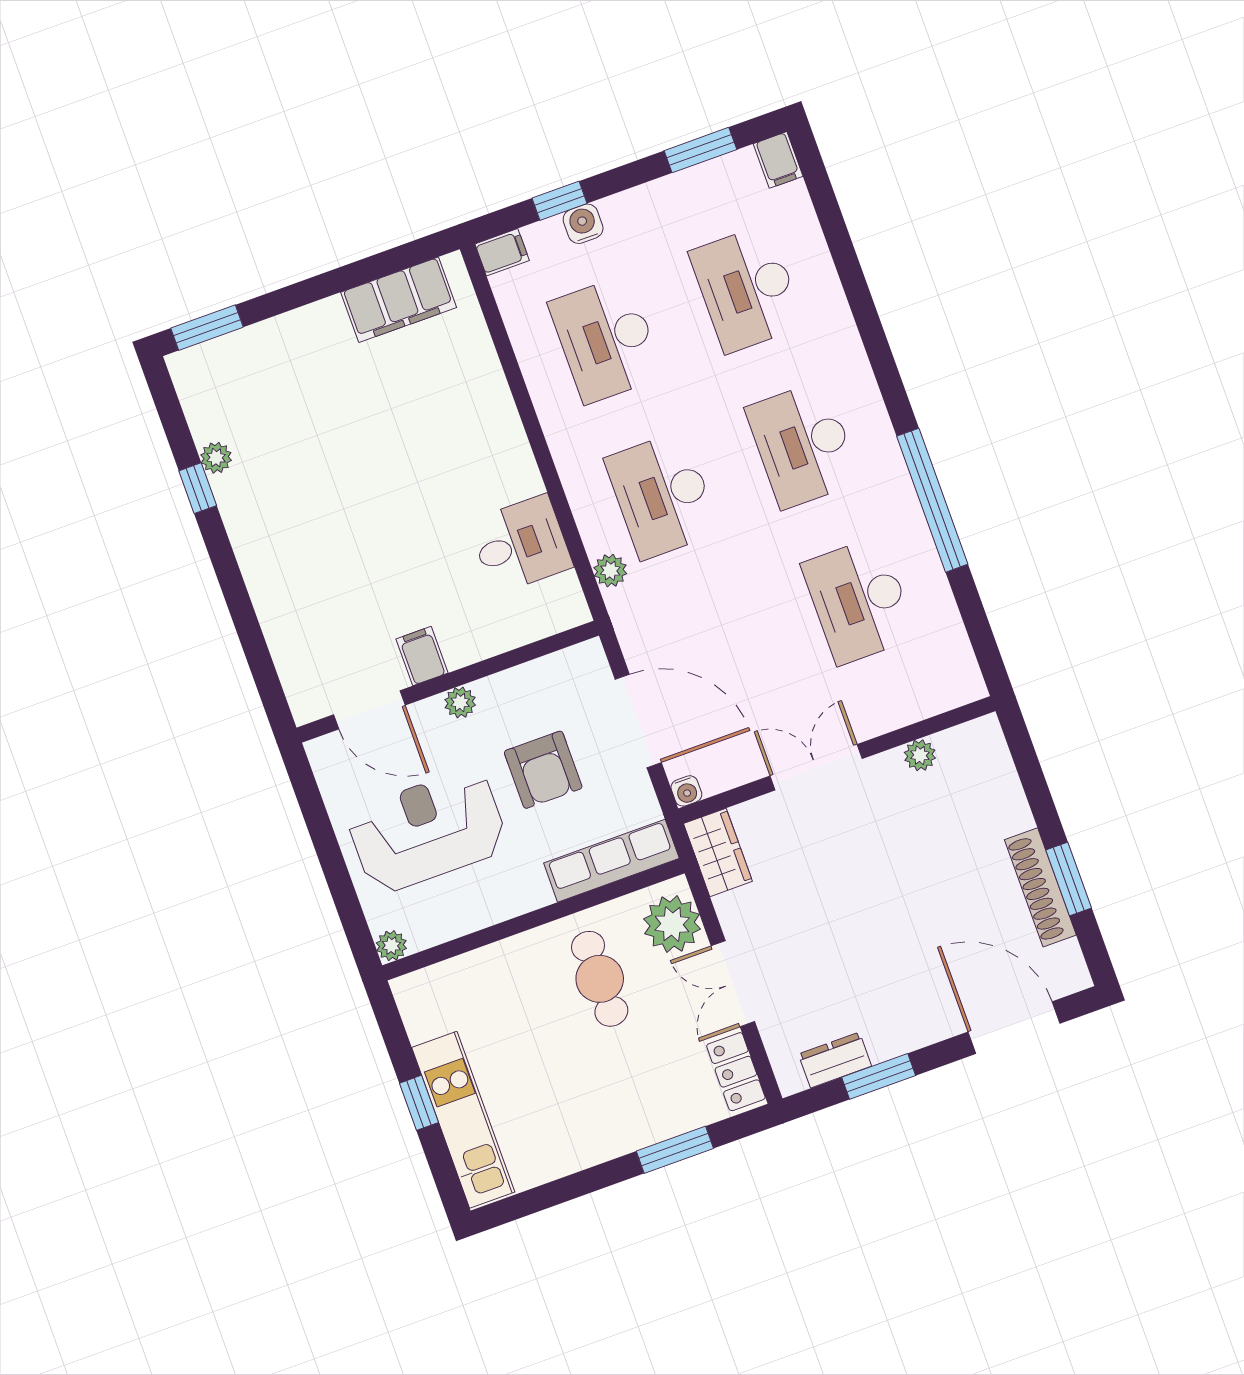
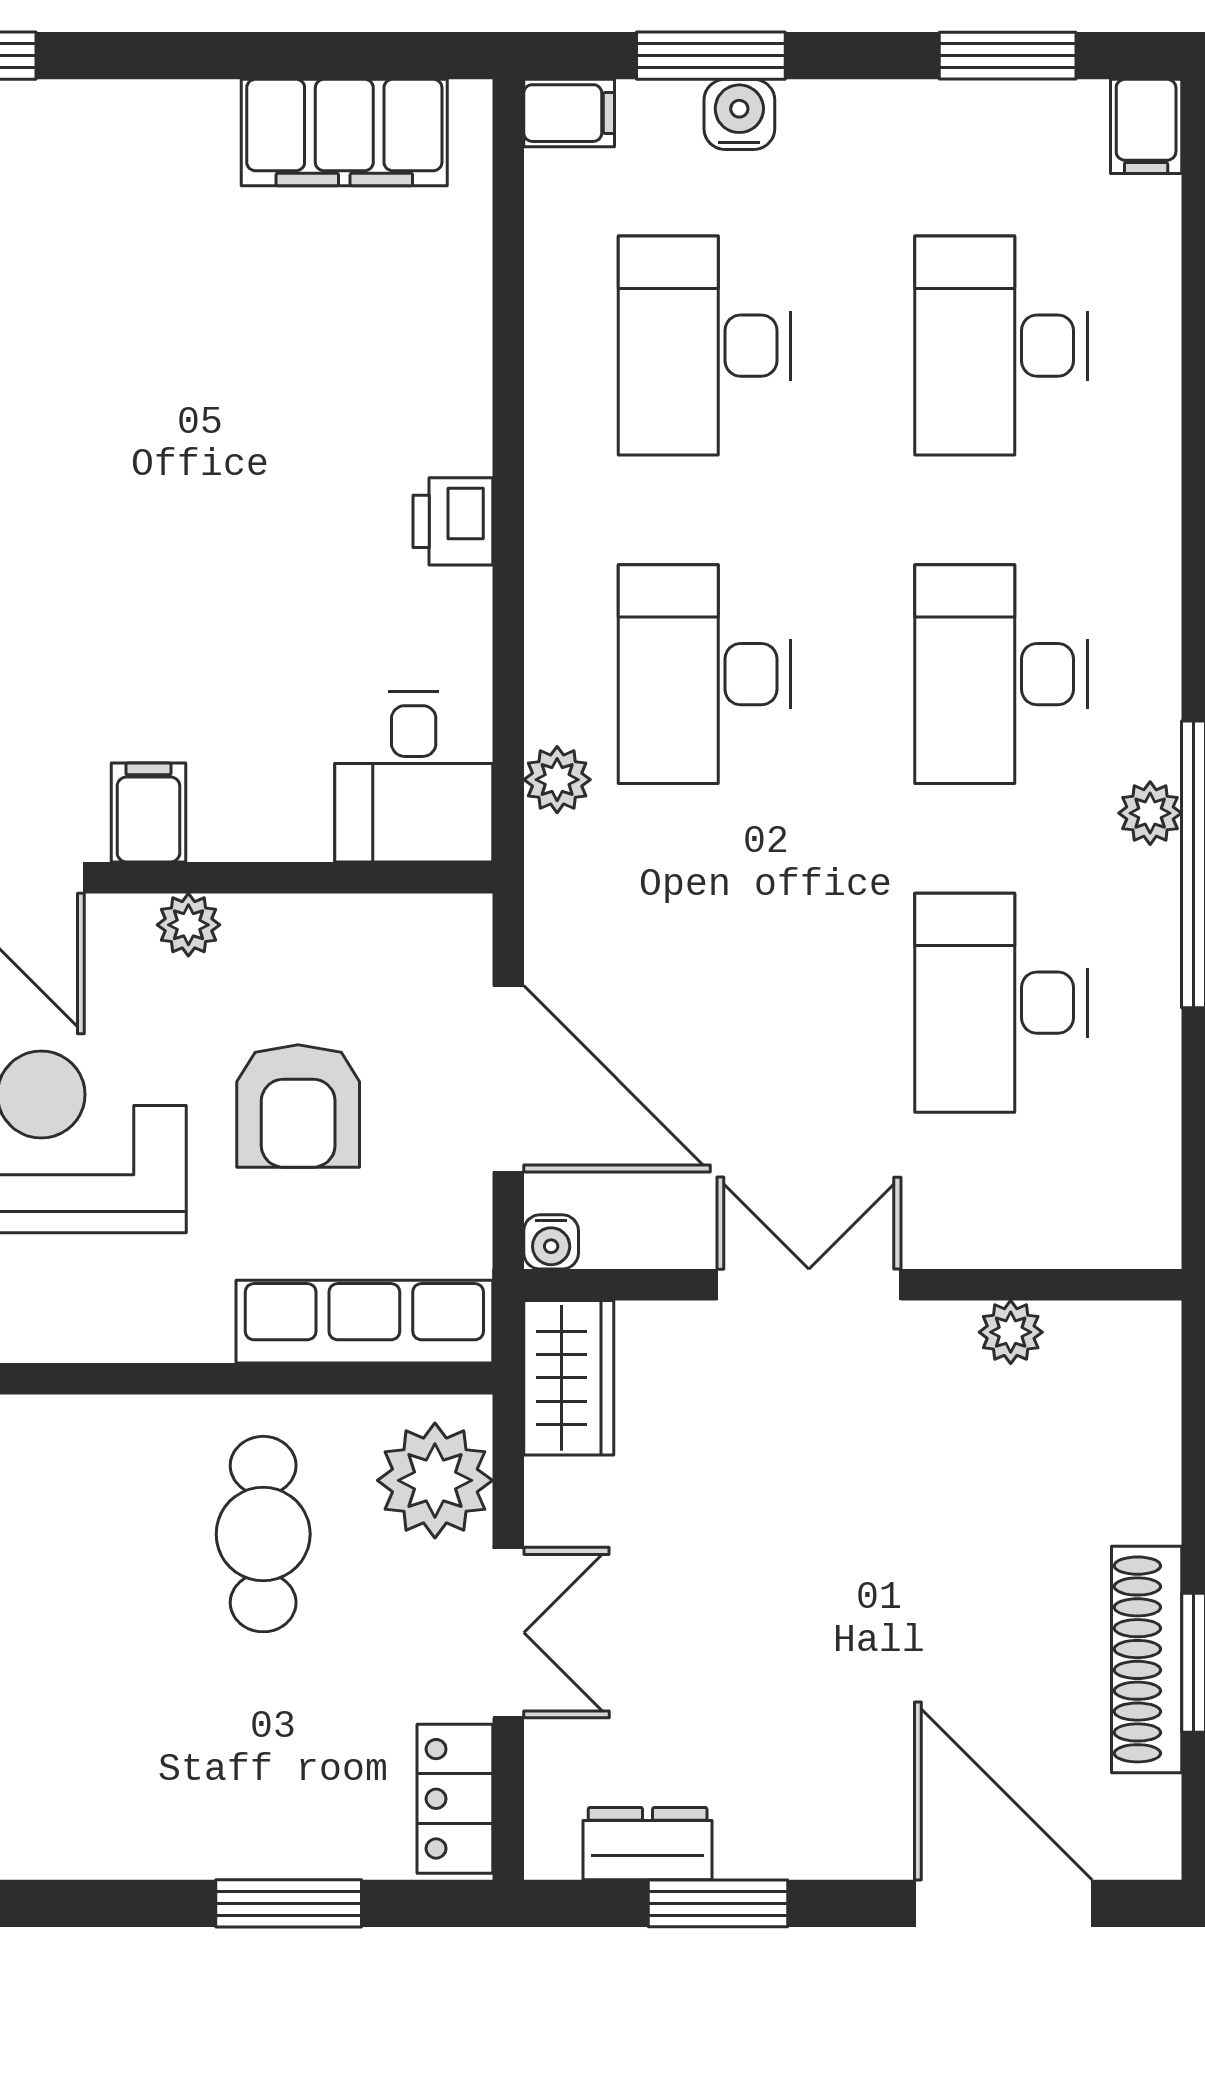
window: (560, 201) -> (711, 56), width x1.50
printer: (517, 466) -> (453, 521), added
plant: (897, 485) -> (1150, 813), added
desk: (521, 544) -> (414, 777), moved, turned 90
double door: (733, 984) -> (508, 1633), swing flipped

